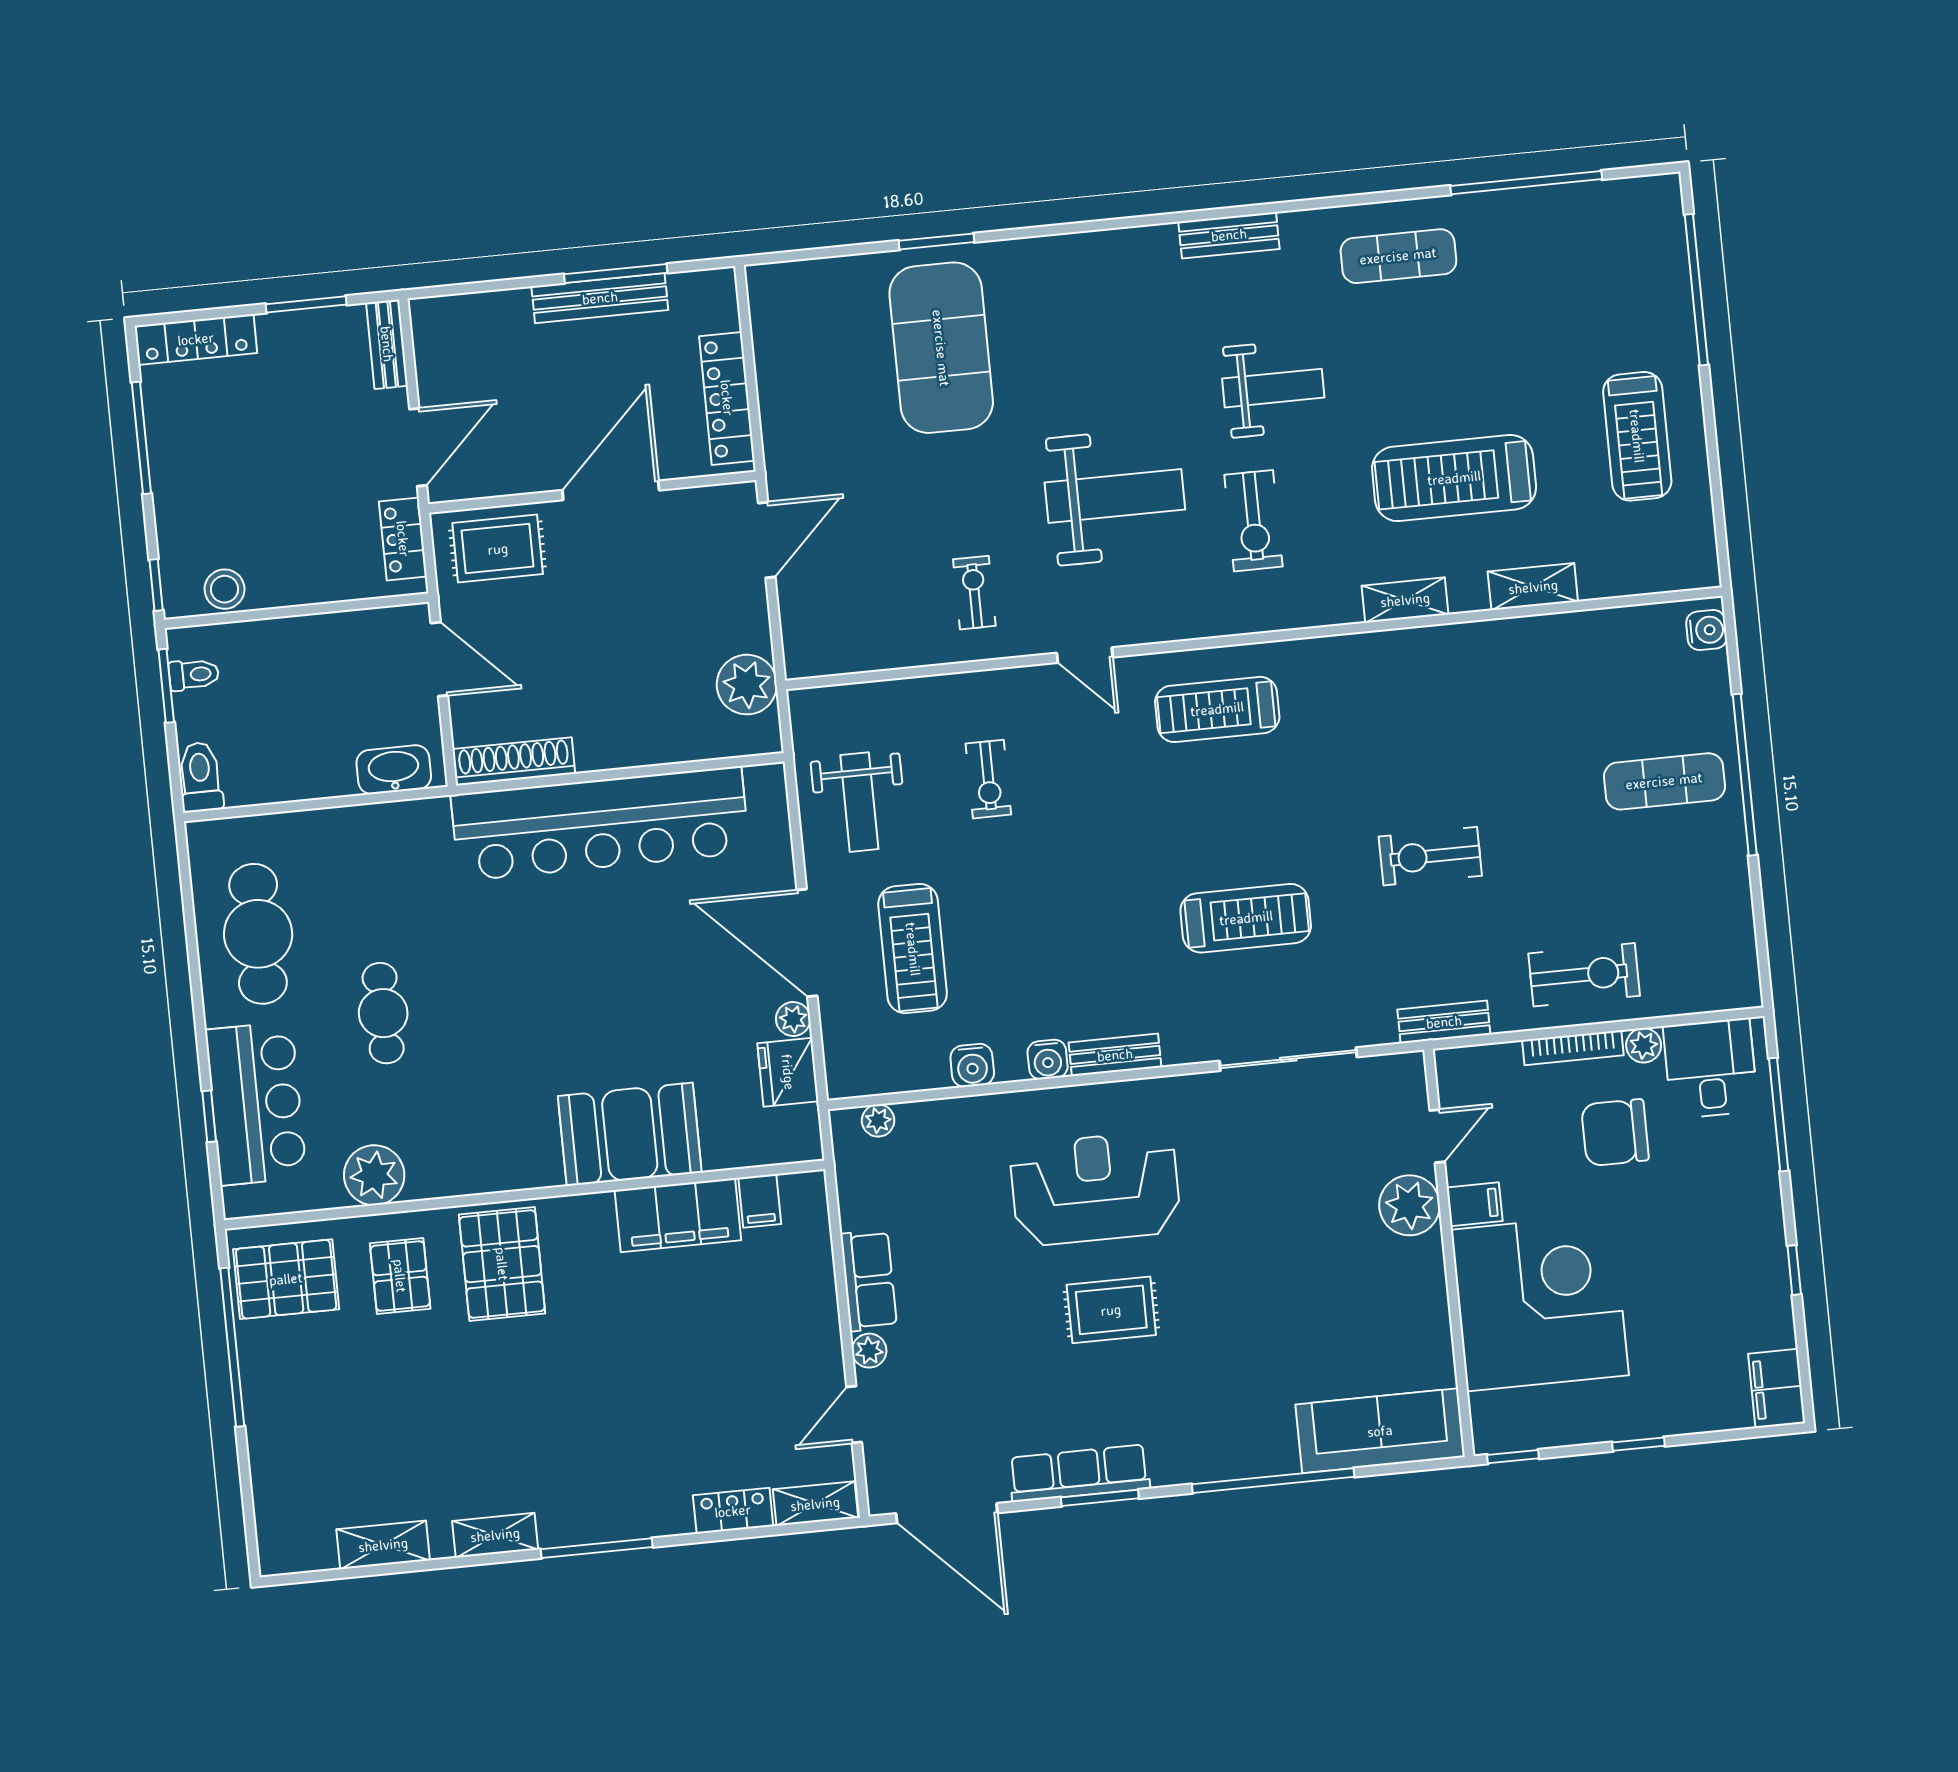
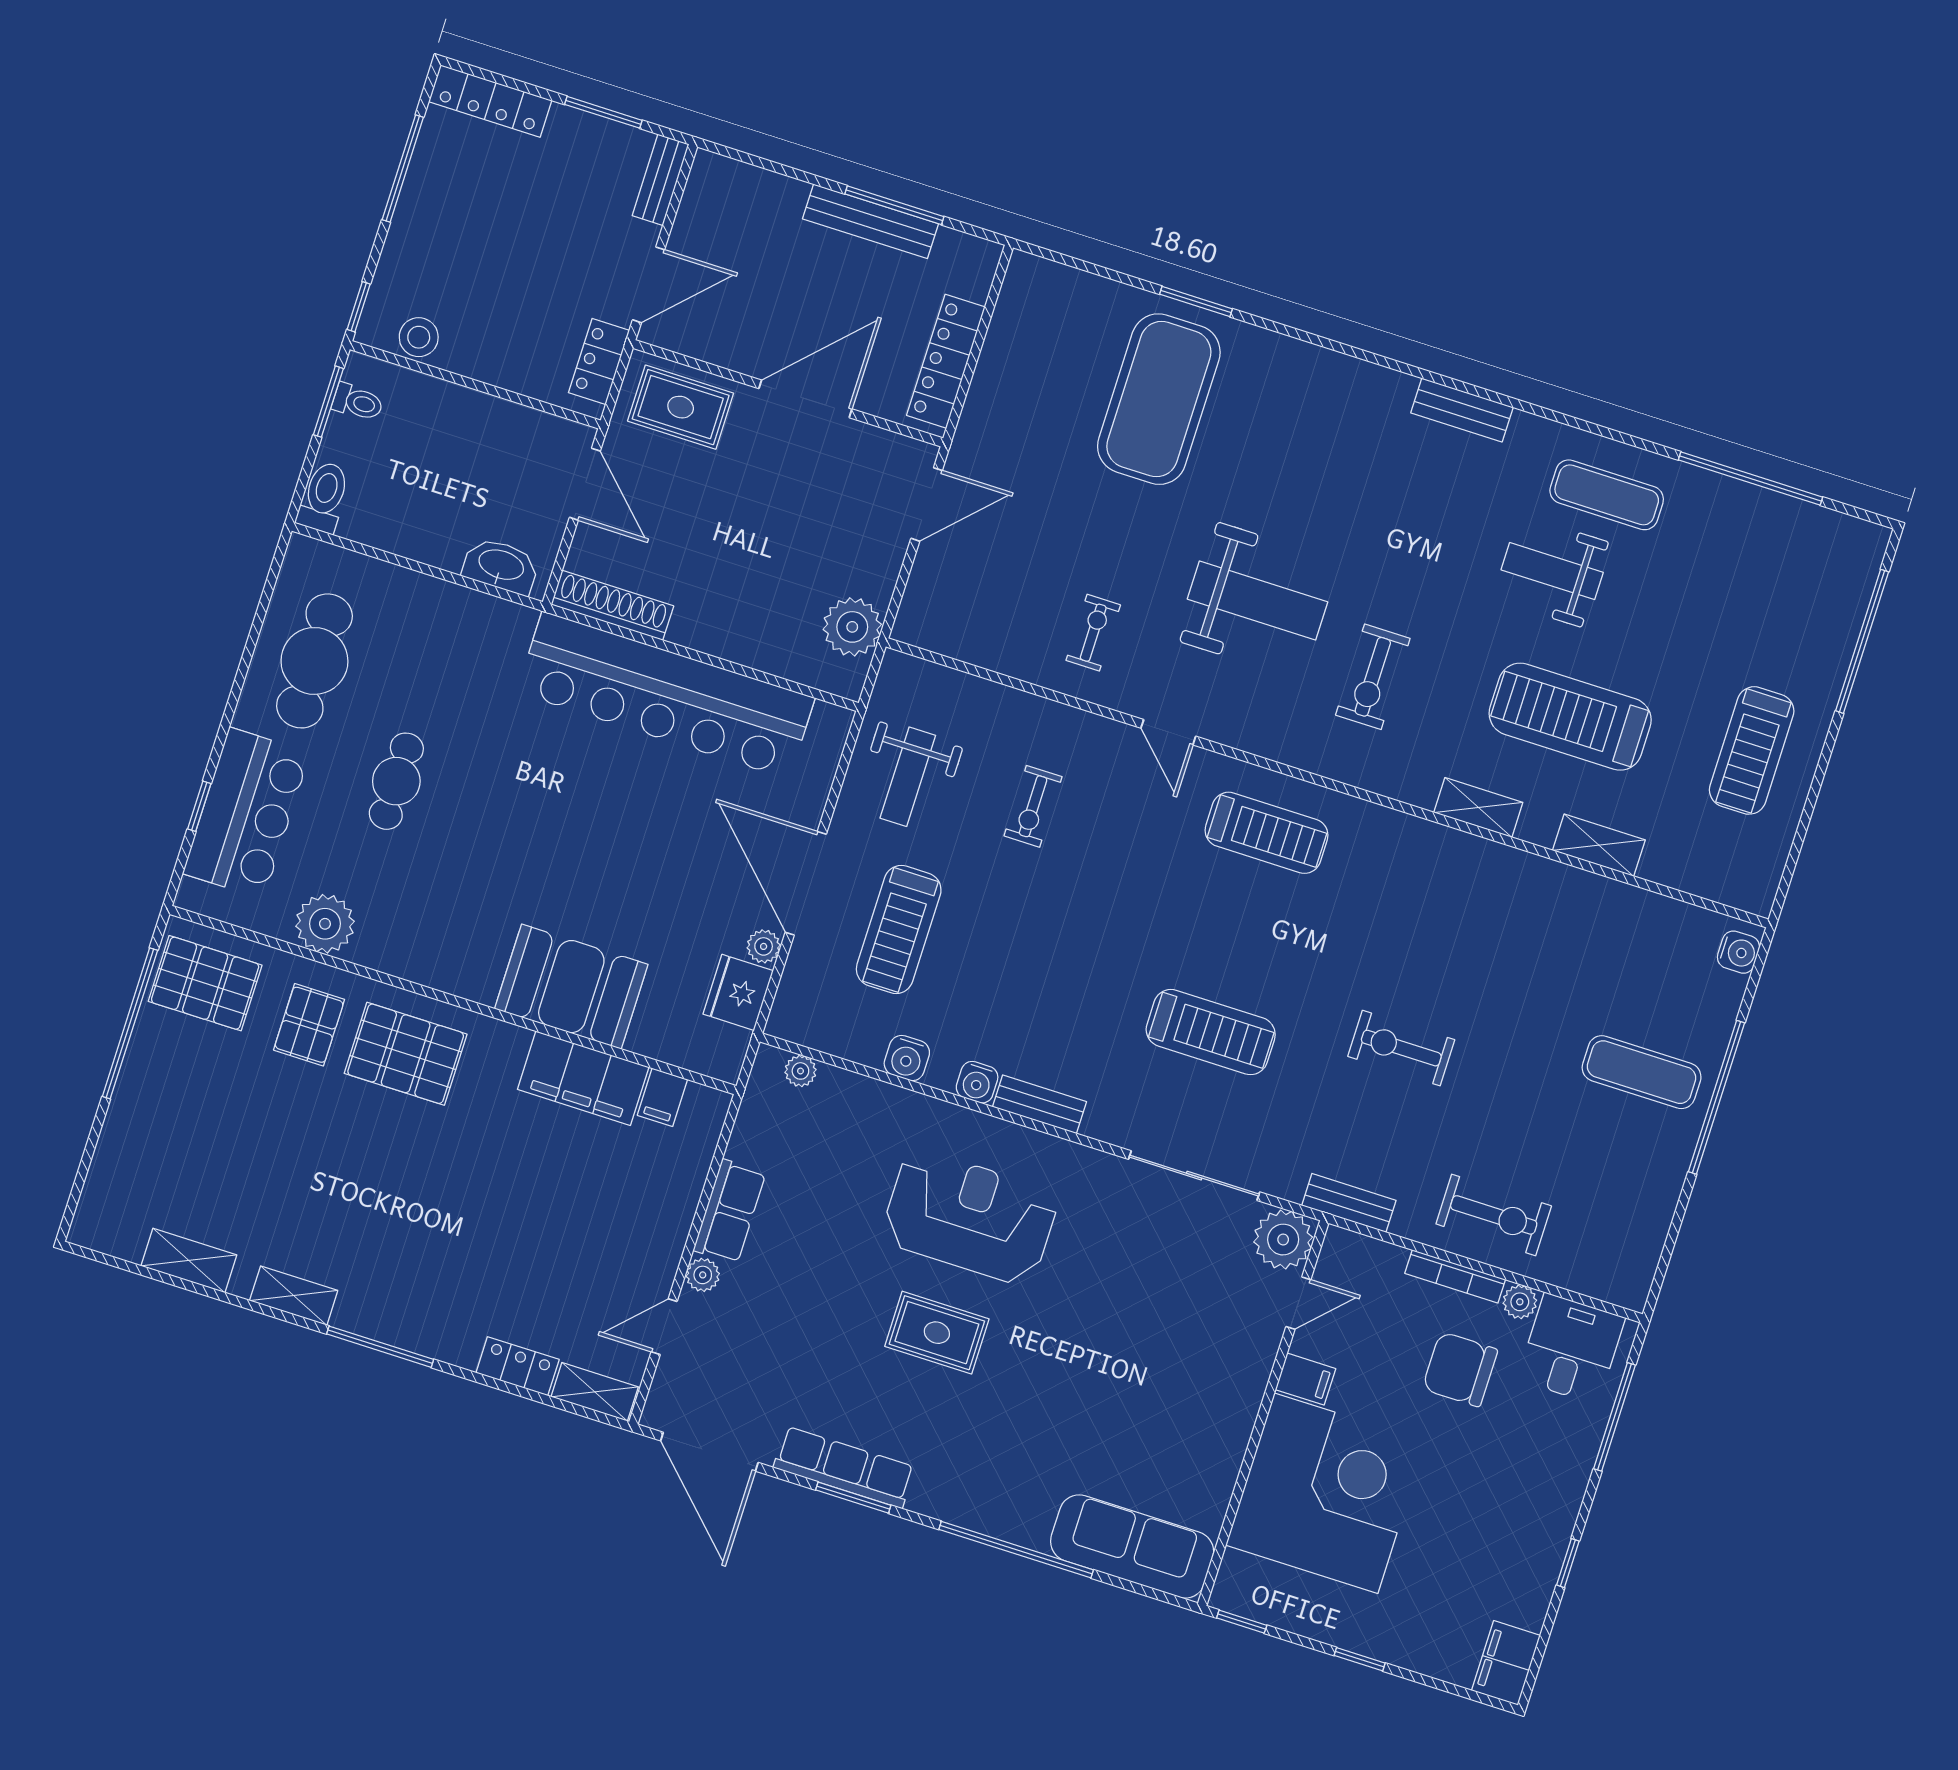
weight bench: (1273, 388) -> (1552, 571), moved, turned 180
treadmill: (1217, 709) -> (1267, 833), turned 180
plant: (1409, 1205) -> (1283, 1240), moved
pallet: (502, 1264) -> (406, 1054), turned 90

